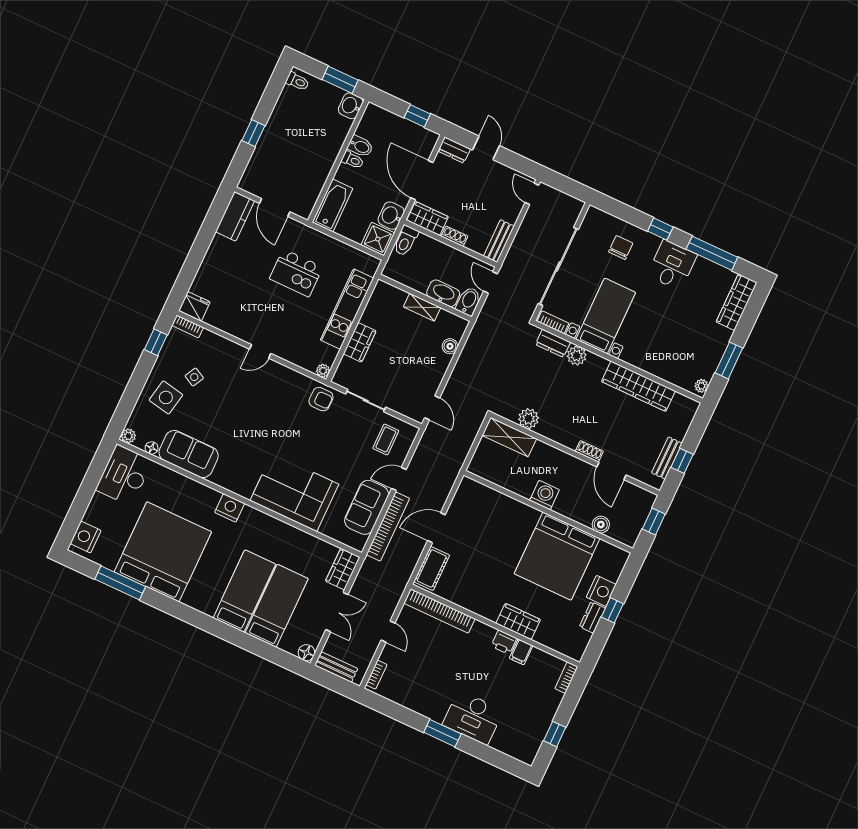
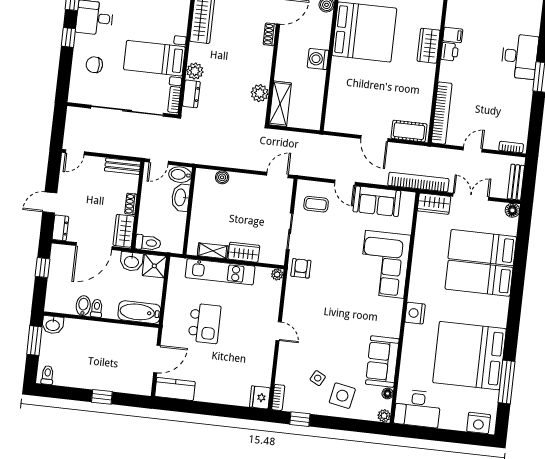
shelving: (422, 307) -> (213, 251), moved, turned 90
bookcase: (388, 526) -> (418, 182), moved

